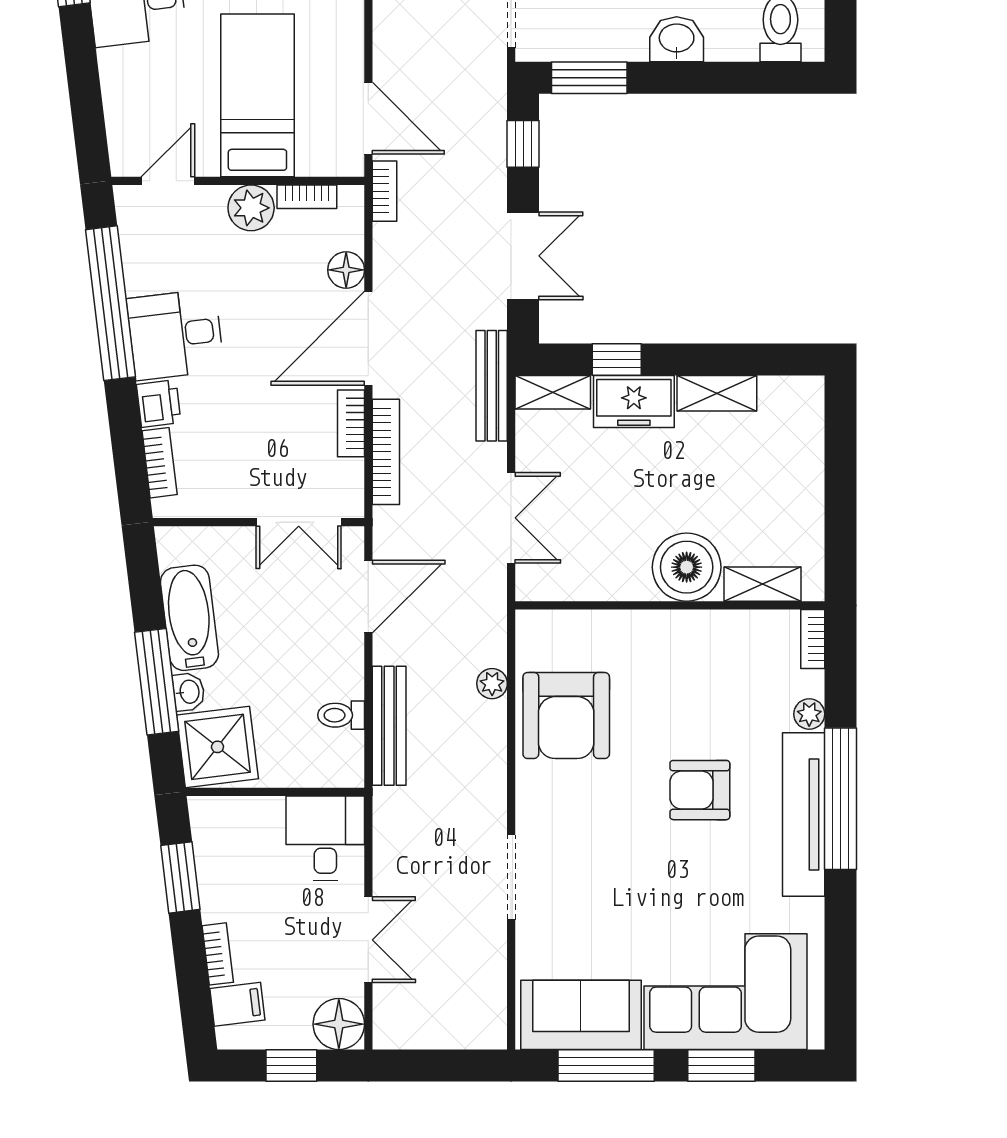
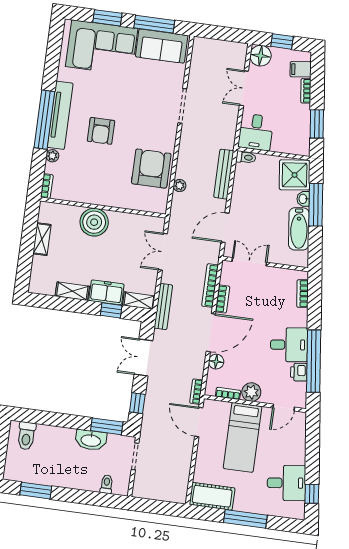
washbasin: (677, 39) -> (91, 440), moved, width x1.38
printer: (159, 404) -> (299, 372), moved
shelving: (763, 584) -> (42, 239), moved, turned 90
toilet: (341, 715) -> (246, 157), moved
armchair: (700, 790) -> (101, 131), turned 90

